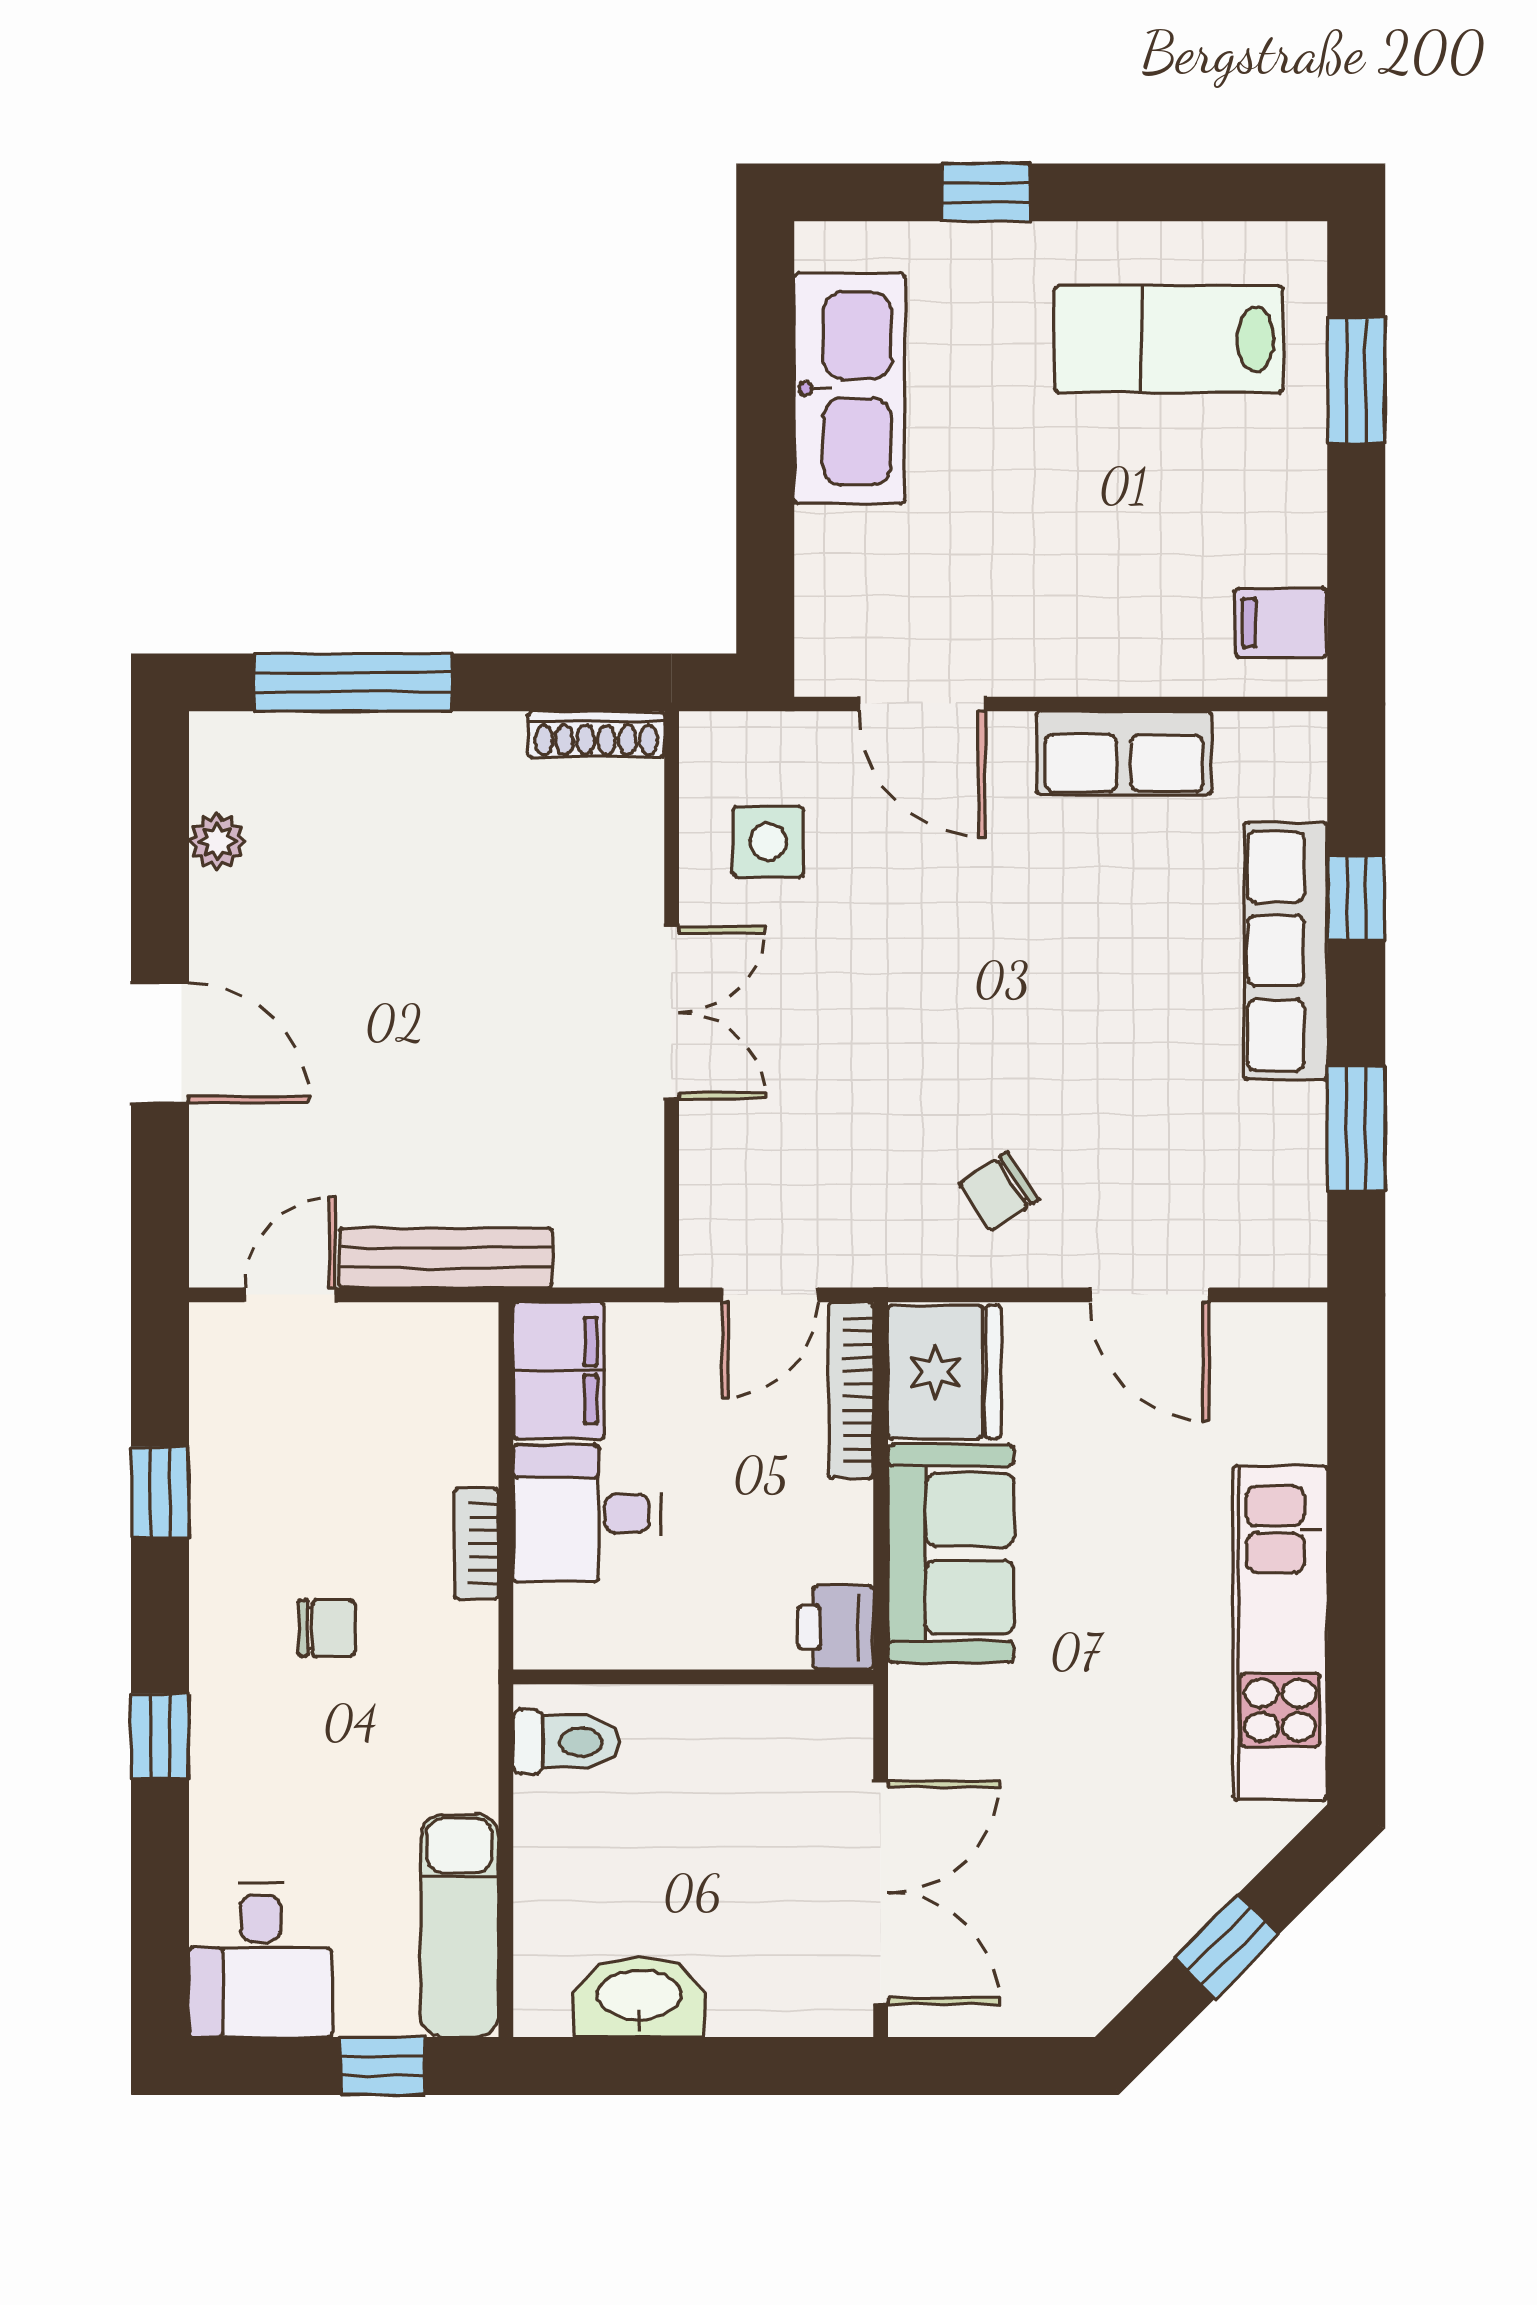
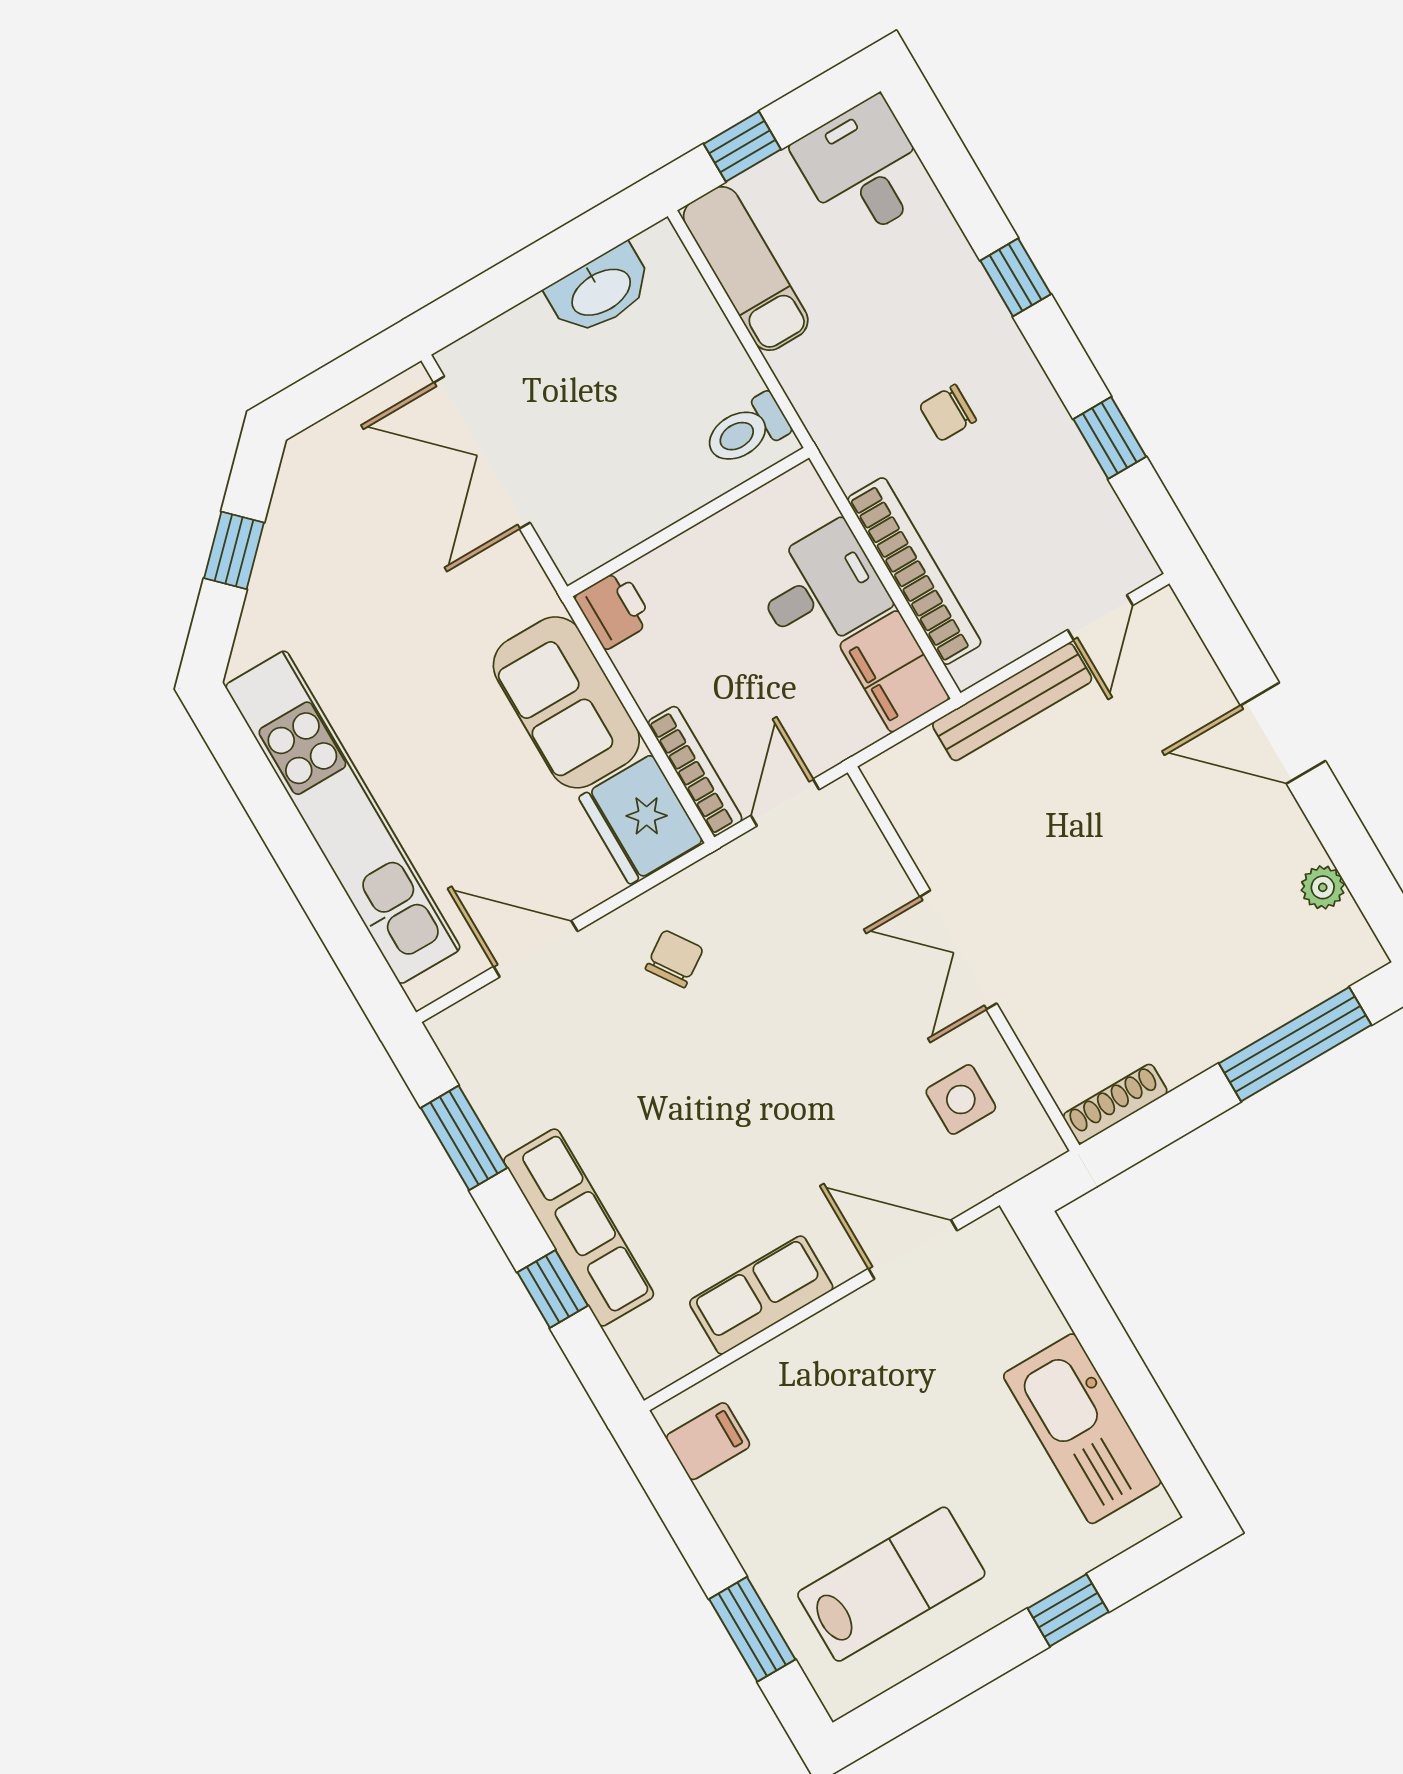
bookcase: (476, 1544) -> (914, 571), width x2.31, depth x1.31
kitchen unit: (1280, 1633) -> (343, 817), width x1.36

